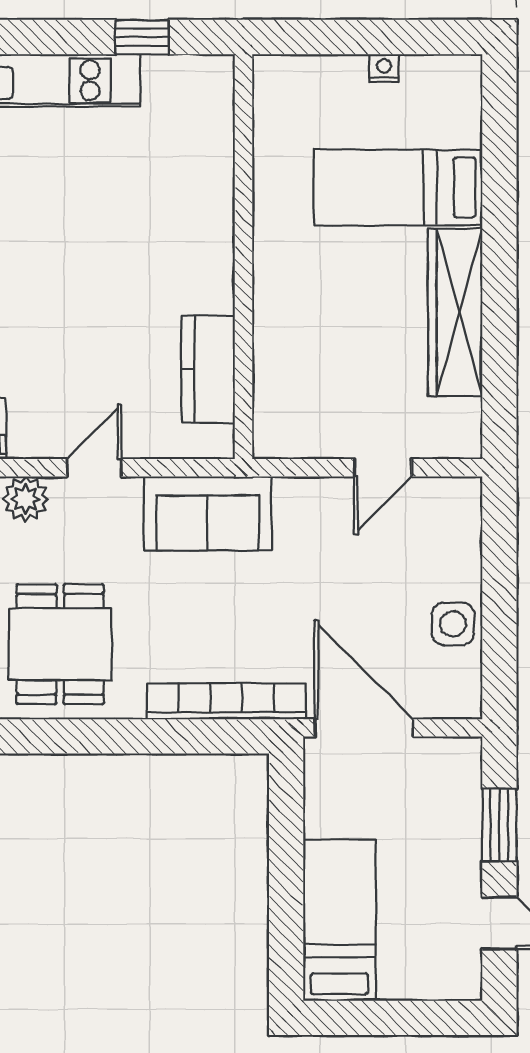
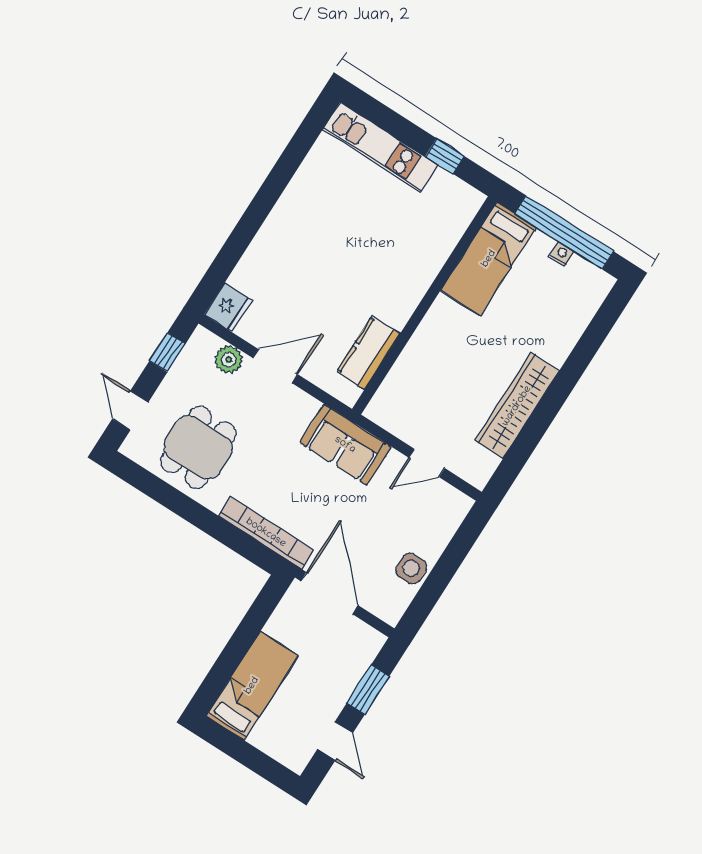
window: (369, 37) -> (564, 232), added
bed: (398, 187) -> (489, 259), moved, turned -90
door: (94, 468) -> (275, 366), width x1.38
sofa: (207, 513) -> (345, 445), moved

